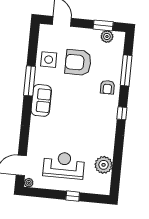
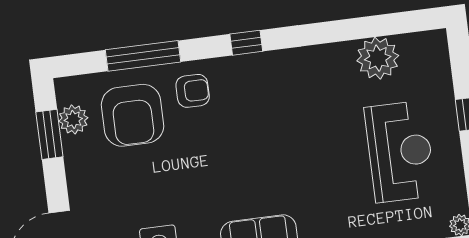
armchair: (78, 62) -> (133, 115), moved
reception desk: (64, 165) -> (400, 152), turned 180

